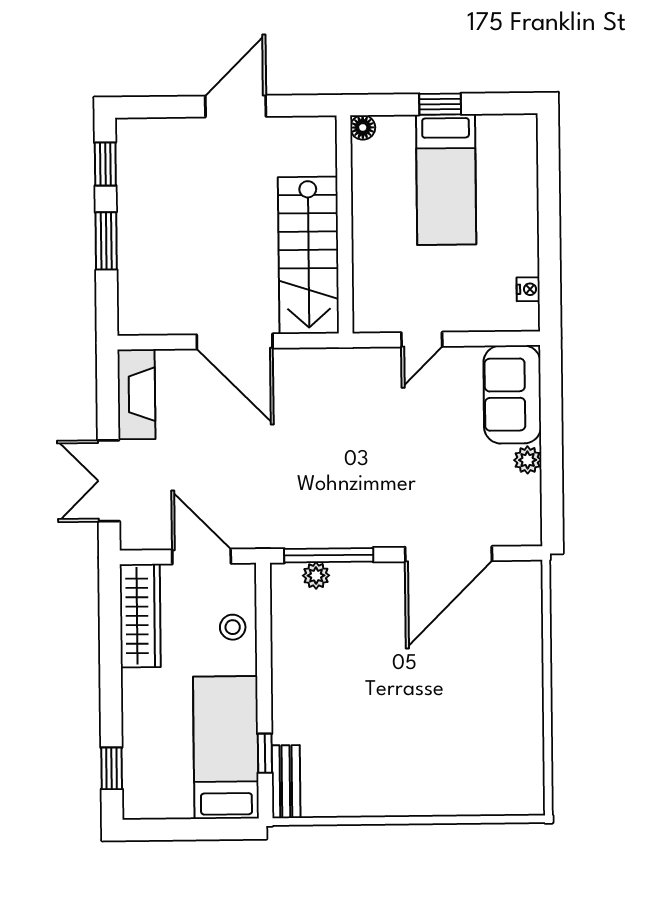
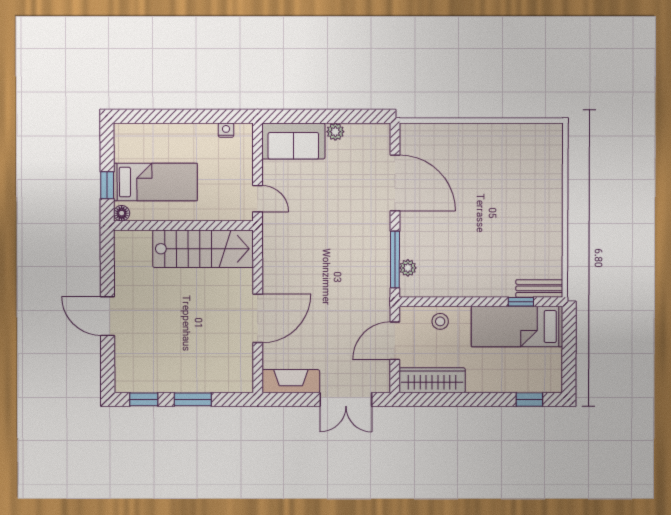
floor lamp: (363, 127) -> (122, 213), moved
wall: (345, 224) -> (183, 225), moved
stairs: (308, 255) -> (203, 249), moved

